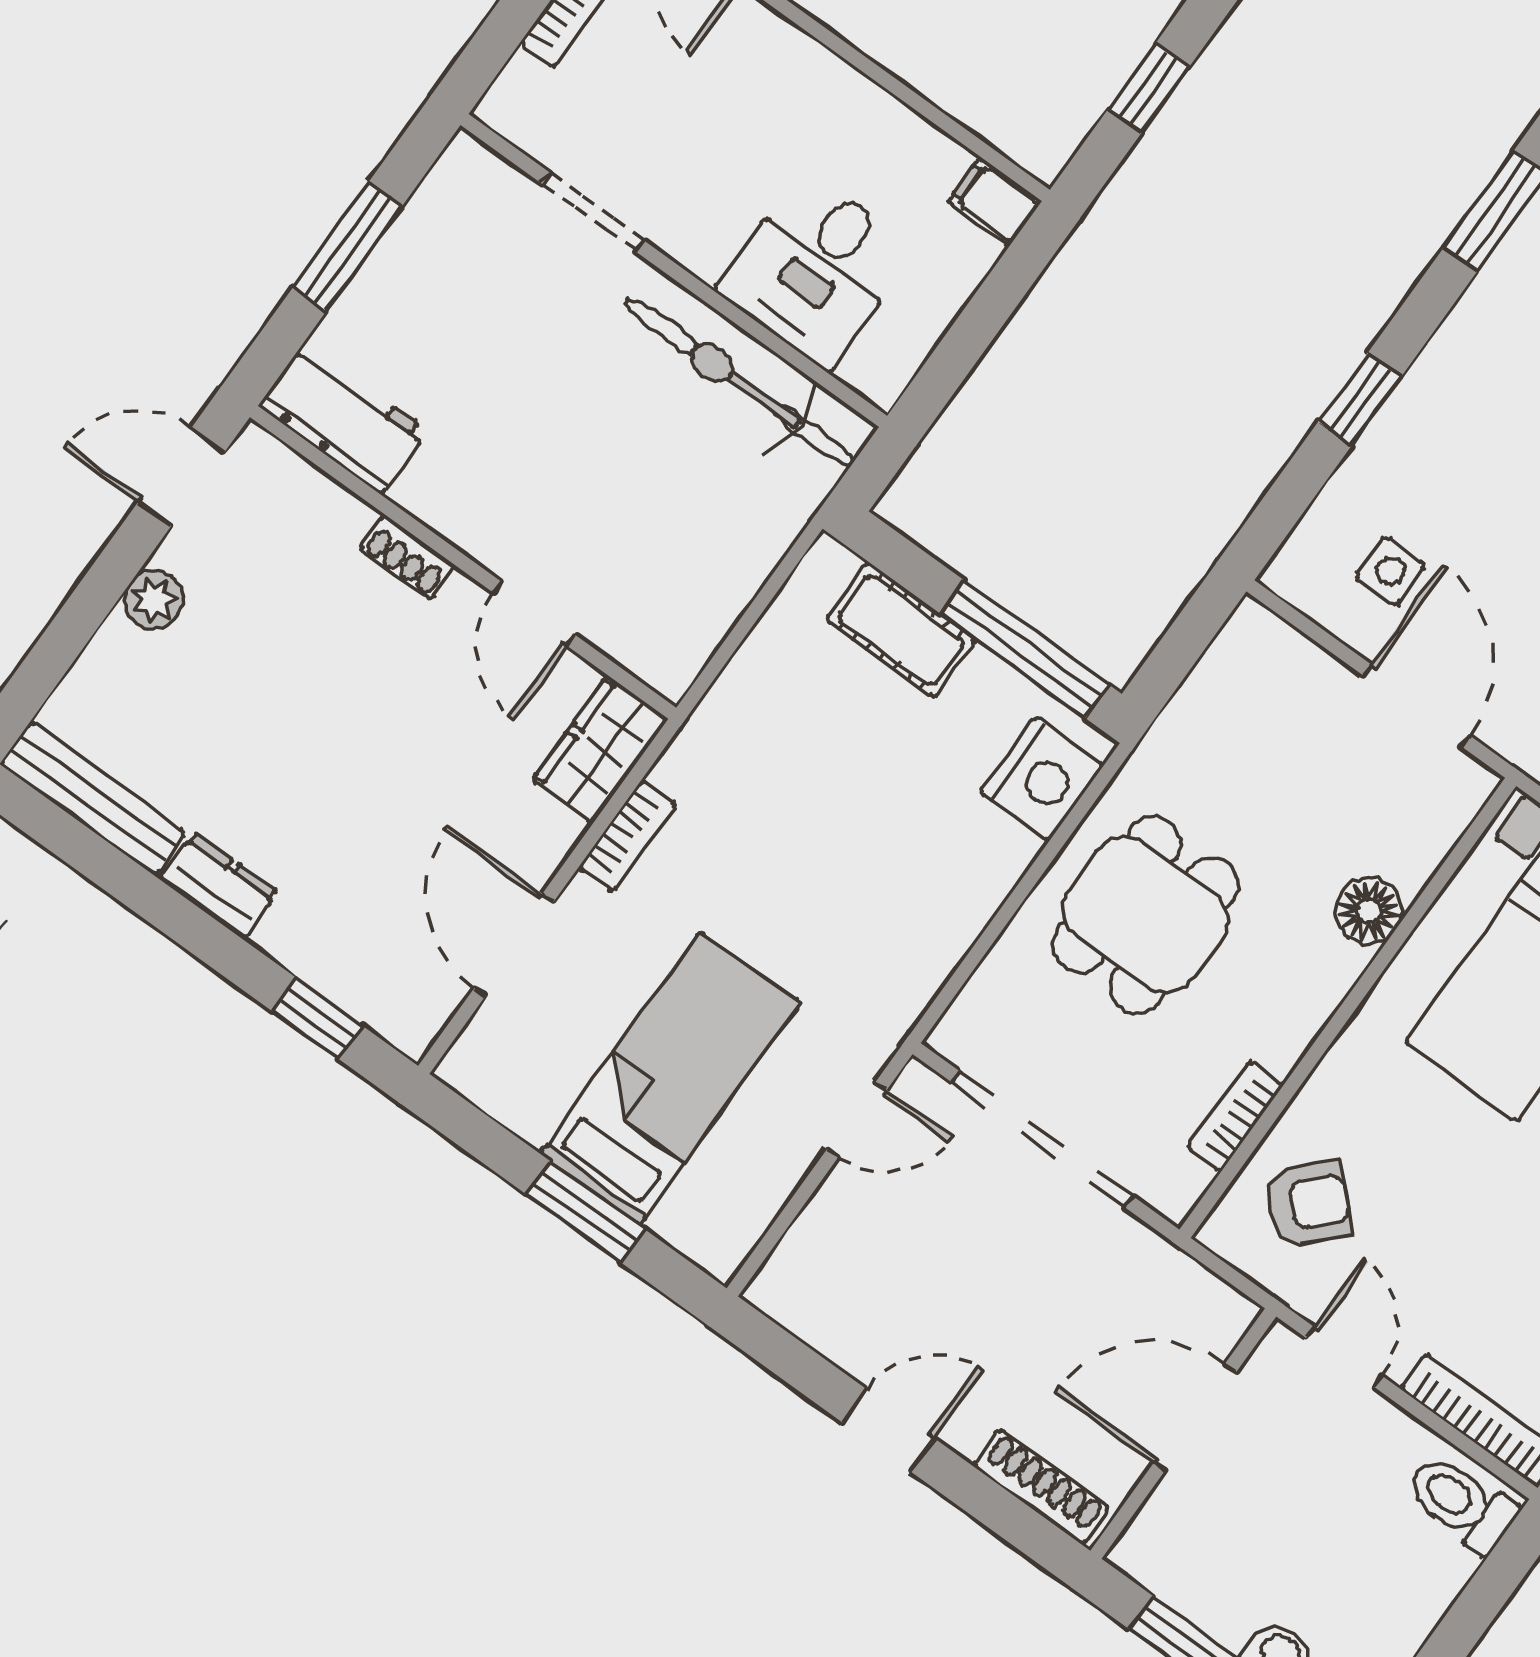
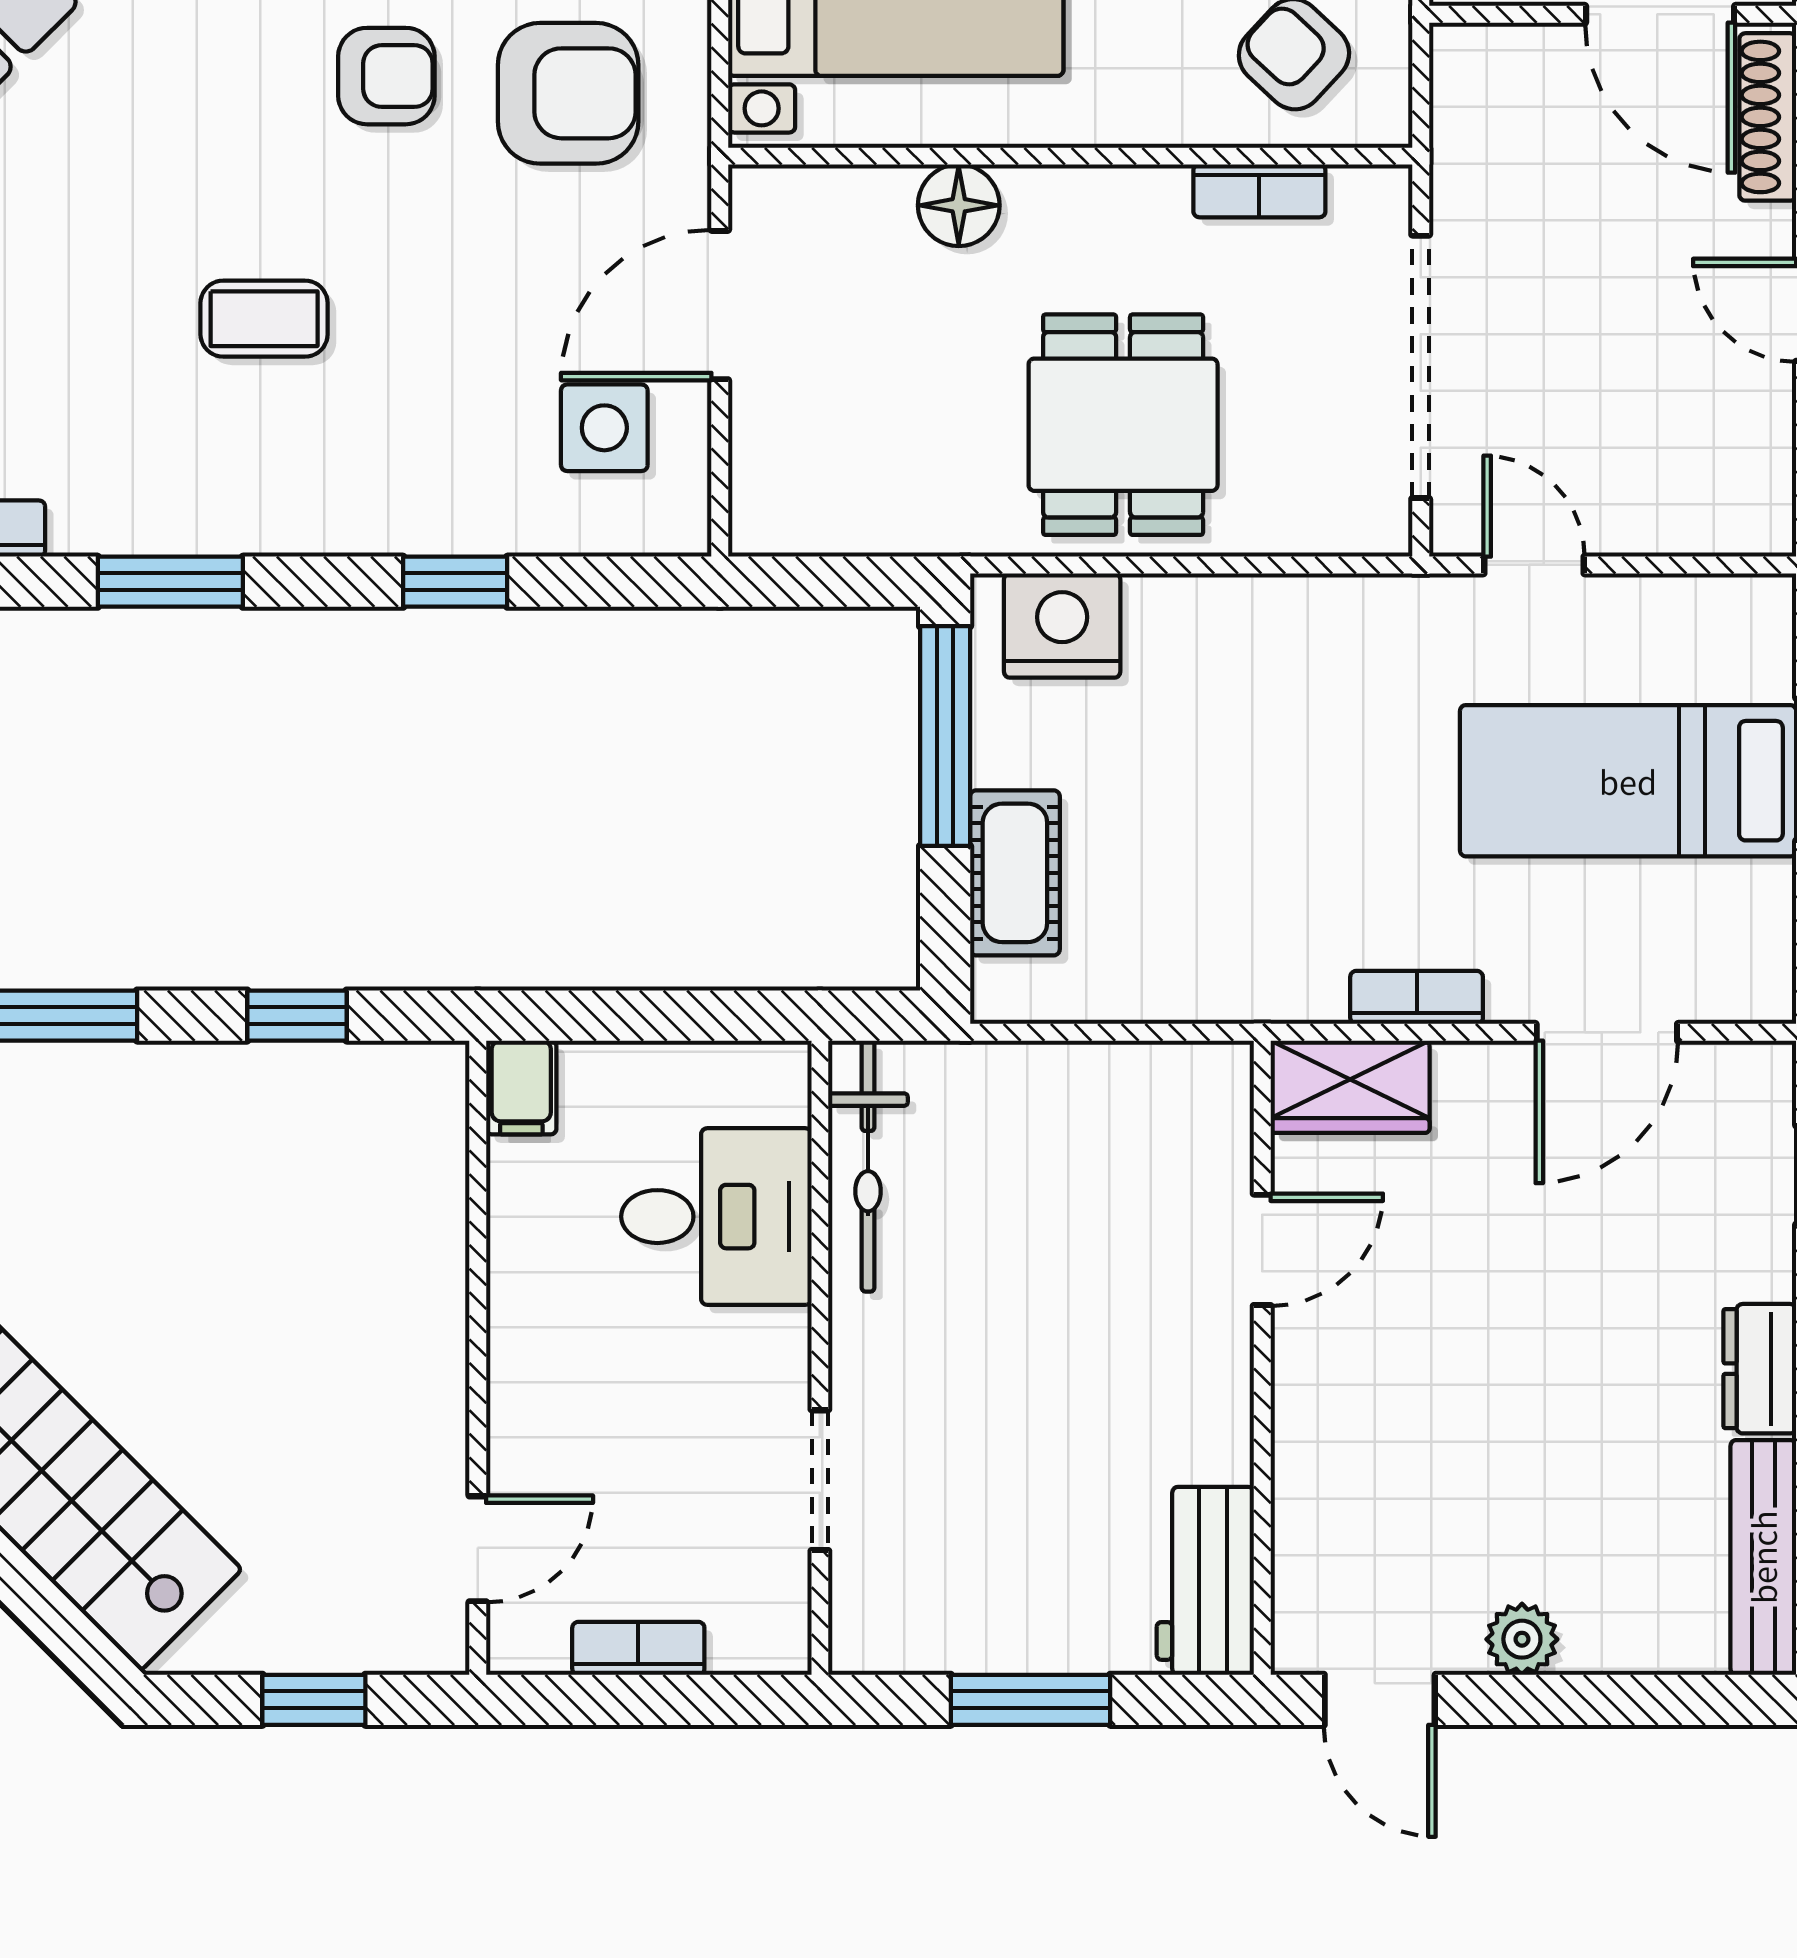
bicycle: (739, 382) -> (868, 1166), width x0.73, depth x0.71
shoe rack: (407, 557) -> (1297, 1417), removed
side table: (1390, 571) -> (604, 428), width x1.37, depth x1.37
dining table: (1145, 915) -> (1123, 425), turned 90
door: (1195, 1417) -> (1660, 14), moved

